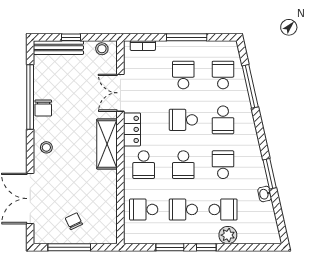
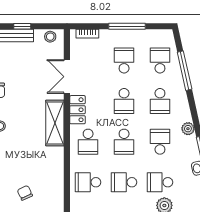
school desk: (183, 120) -> (124, 101), turned -90
plant: (254, 150) -> (188, 129), added
school desk: (223, 209) -> (160, 182), turned 180

